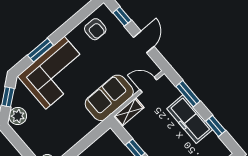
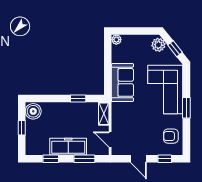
window: (40, 50) -> (186, 108), moved
door: (148, 85) -> (110, 139), swing flipped
sofa: (109, 98) -> (122, 82), moved

